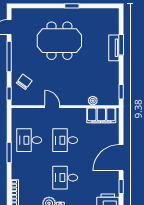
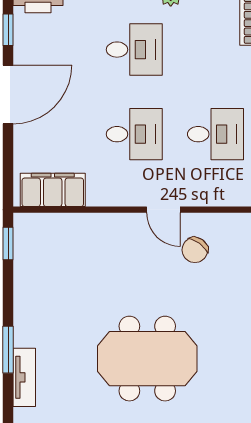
tv unit: (114, 48) -> (24, 377), moved
chair: (24, 82) -> (195, 250), moved
plant: (93, 101) -> (72, 223), removed

